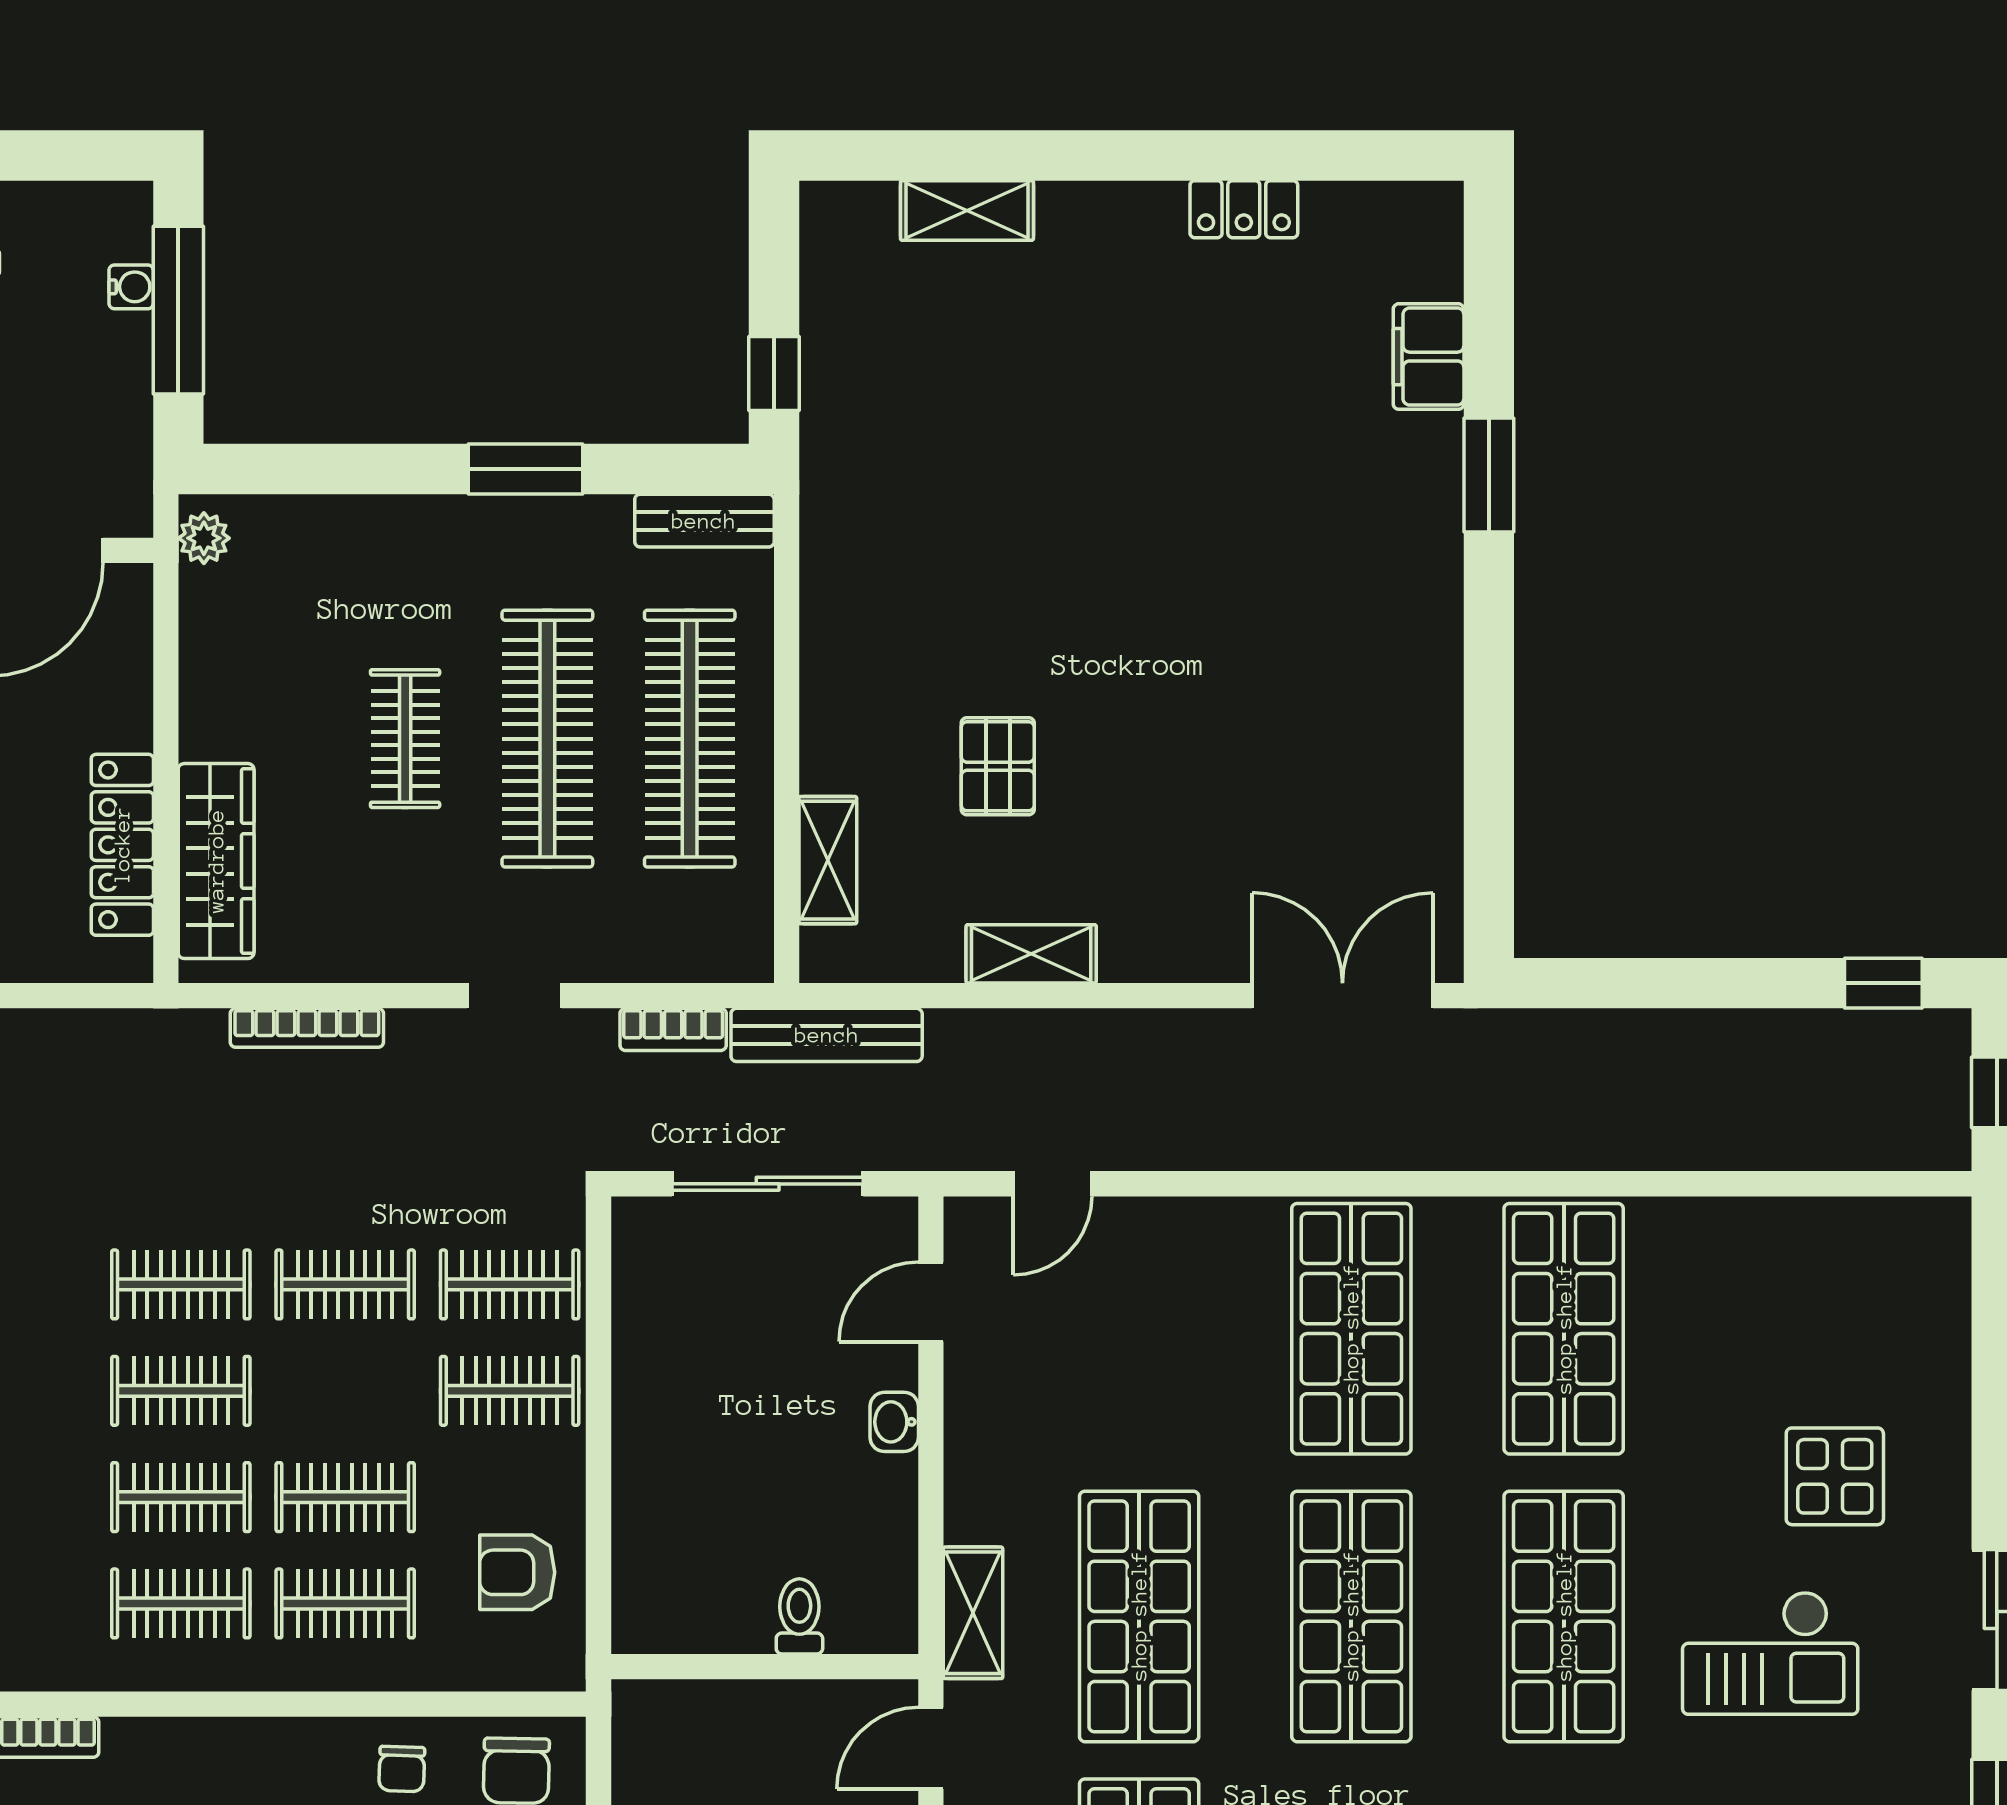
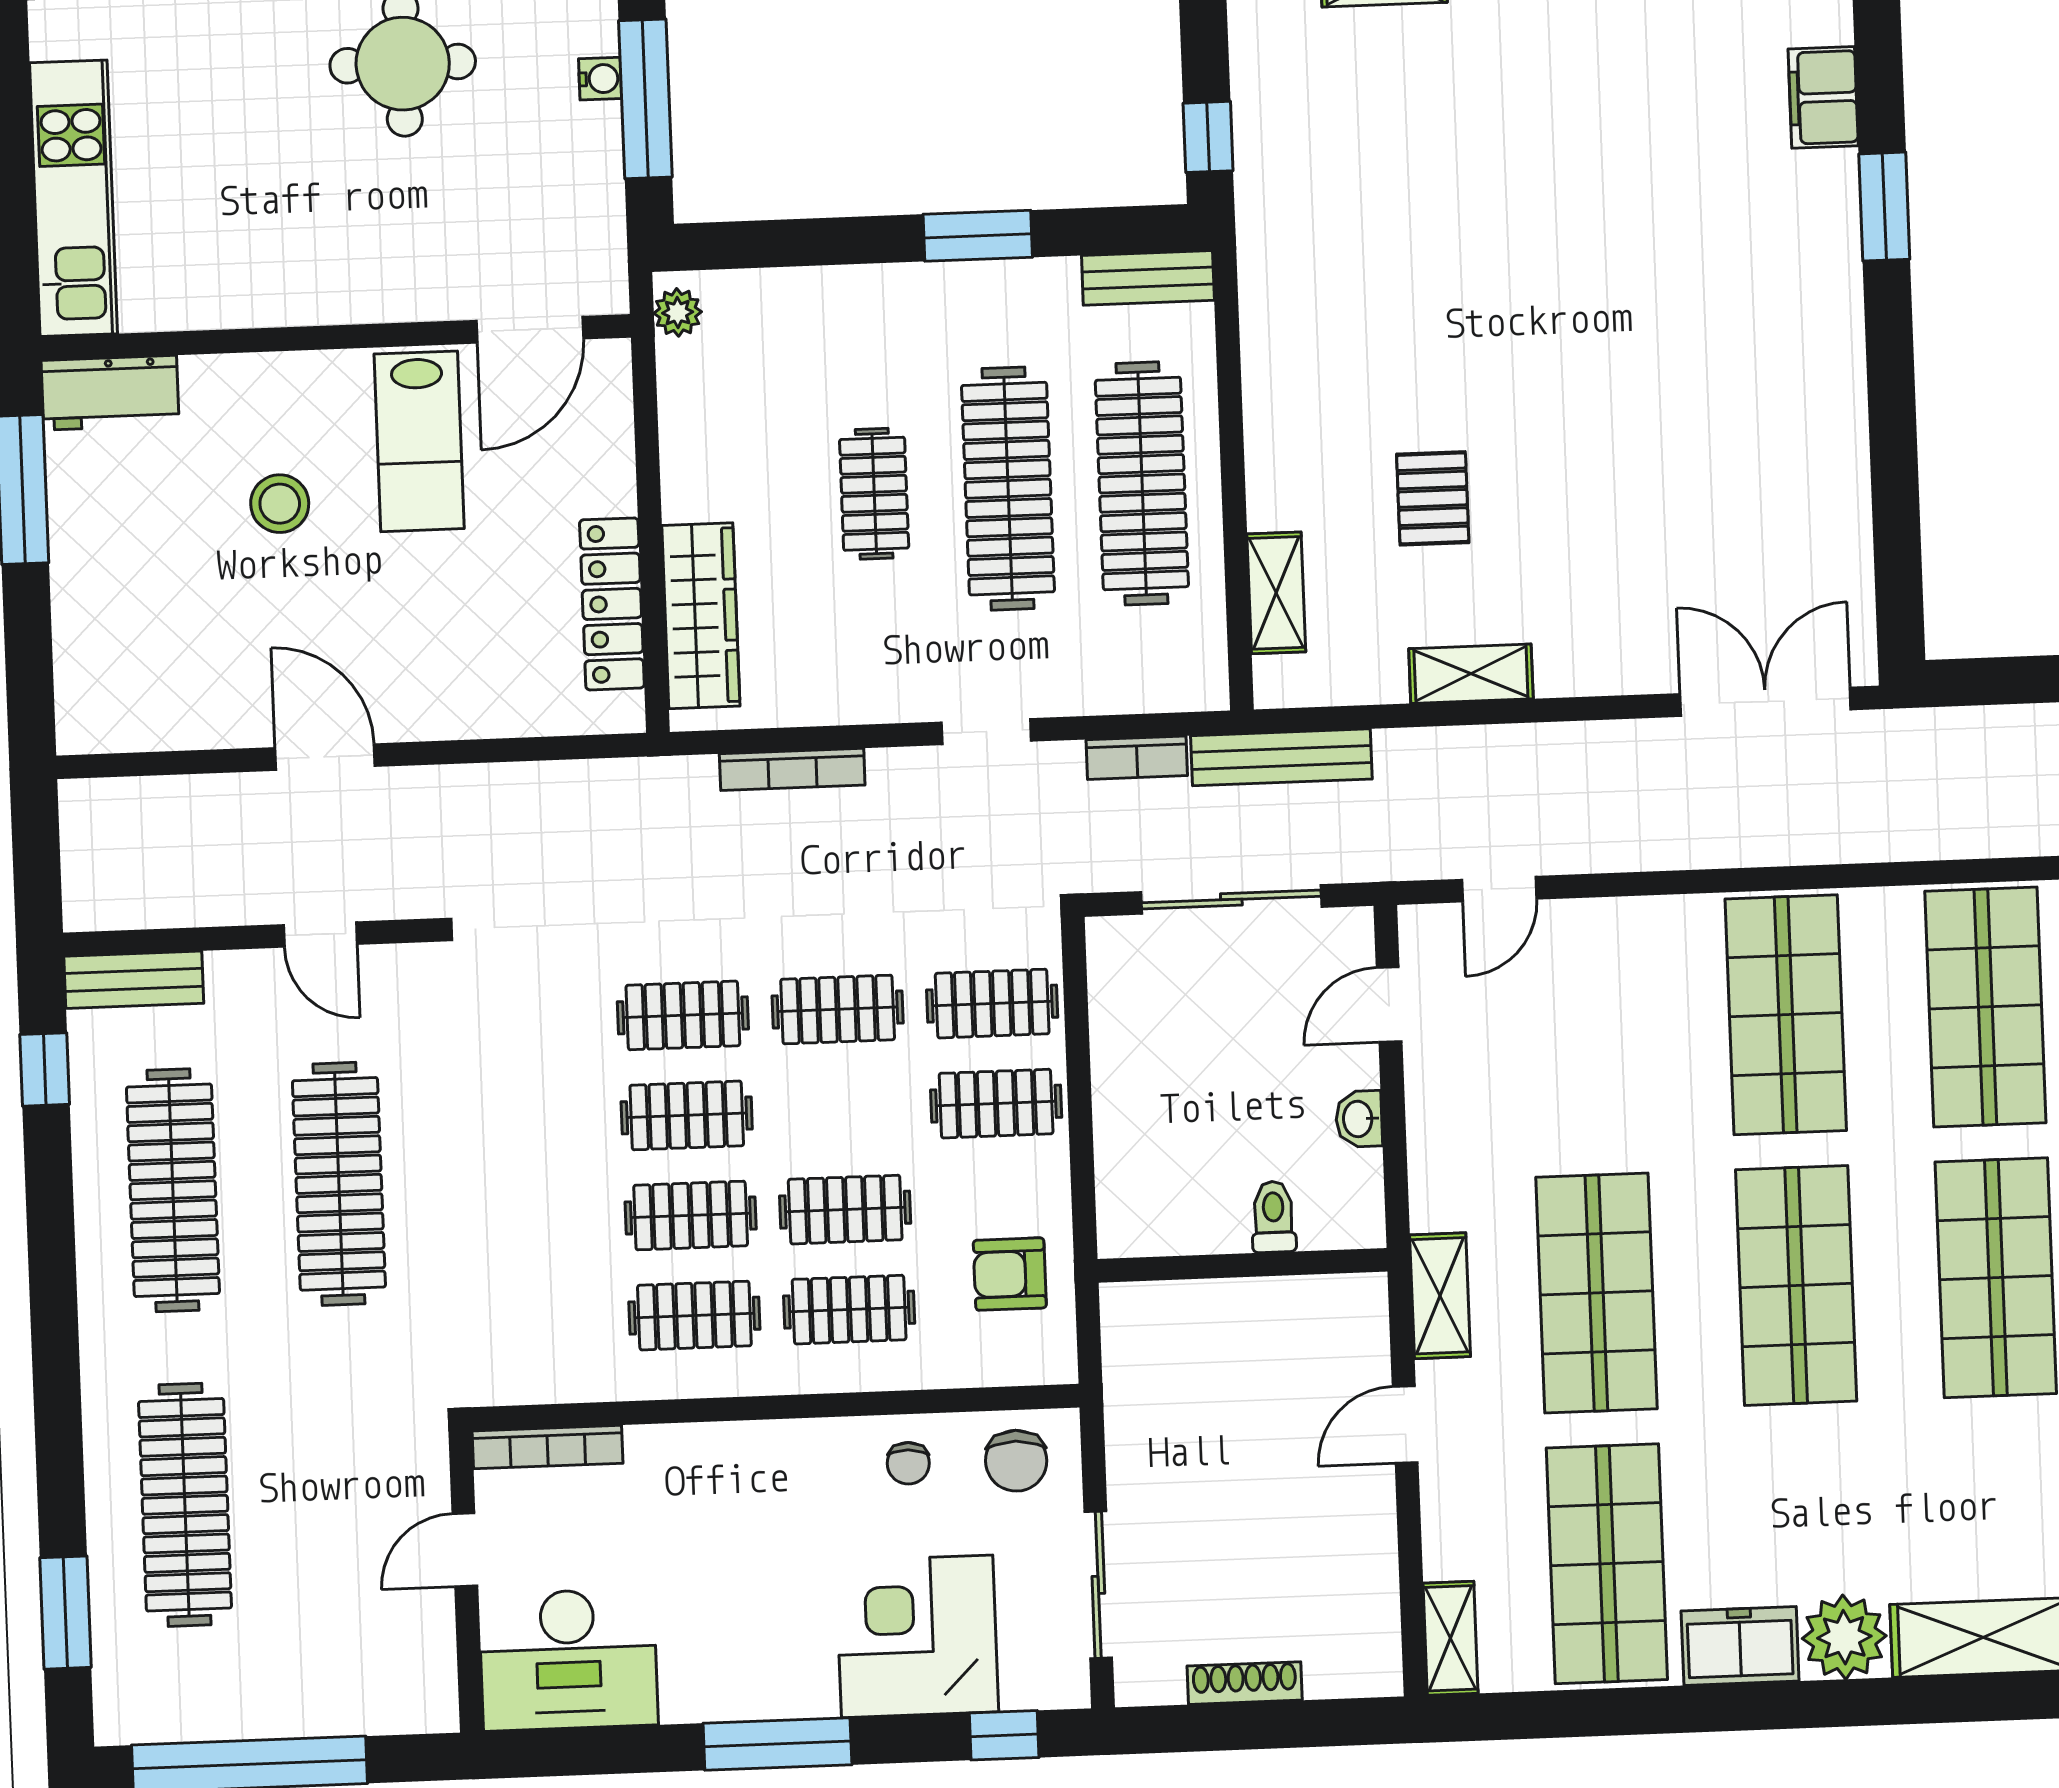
toilet: (799, 1616) -> (1273, 1217), moved
wall: (765, 1667) -> (1243, 1265), moved

